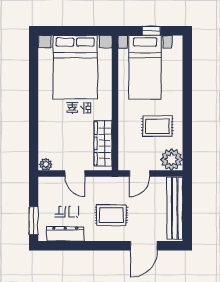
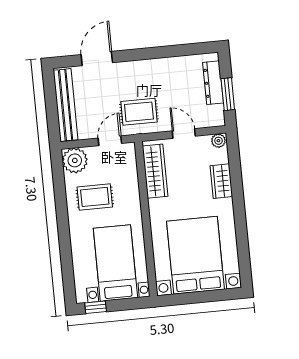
window: (151, 31) -> (96, 307), moved
wardrobe: (47, 129) -> (221, 181), added
rug: (111, 215) -> (139, 112), moved
window: (34, 221) -> (228, 94), moved
dresser: (65, 234) -> (213, 83), moved, turned 90

